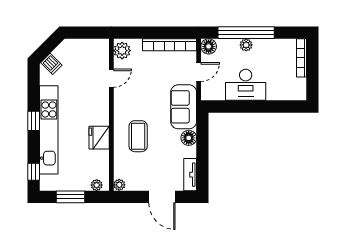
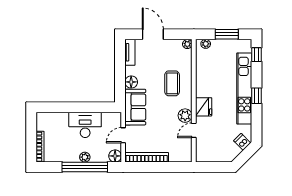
plant: (122, 51) -> (185, 116), moved
fridge: (99, 138) -> (204, 107), moved

